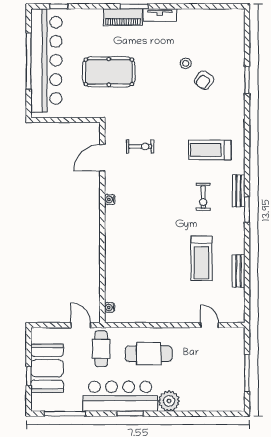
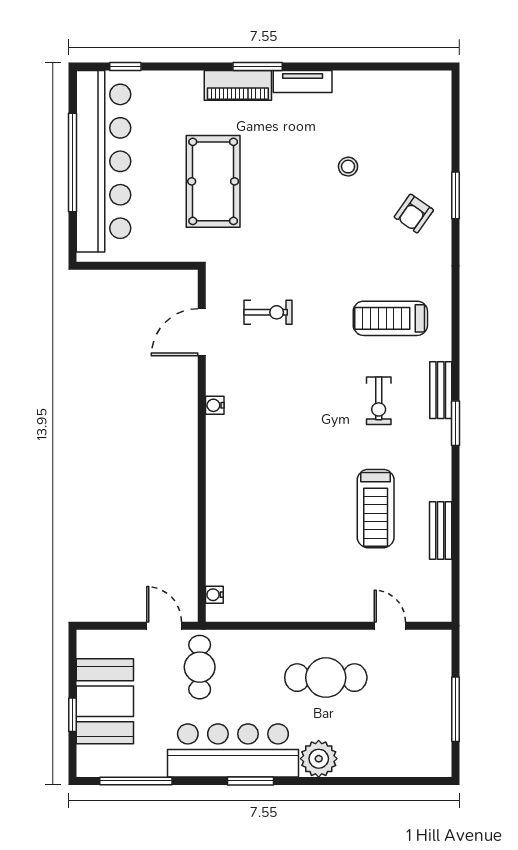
pool table: (109, 72) -> (213, 181), turned 90
armchair: (204, 80) -> (414, 214), moved
cafe table: (149, 354) -> (326, 678), moved

